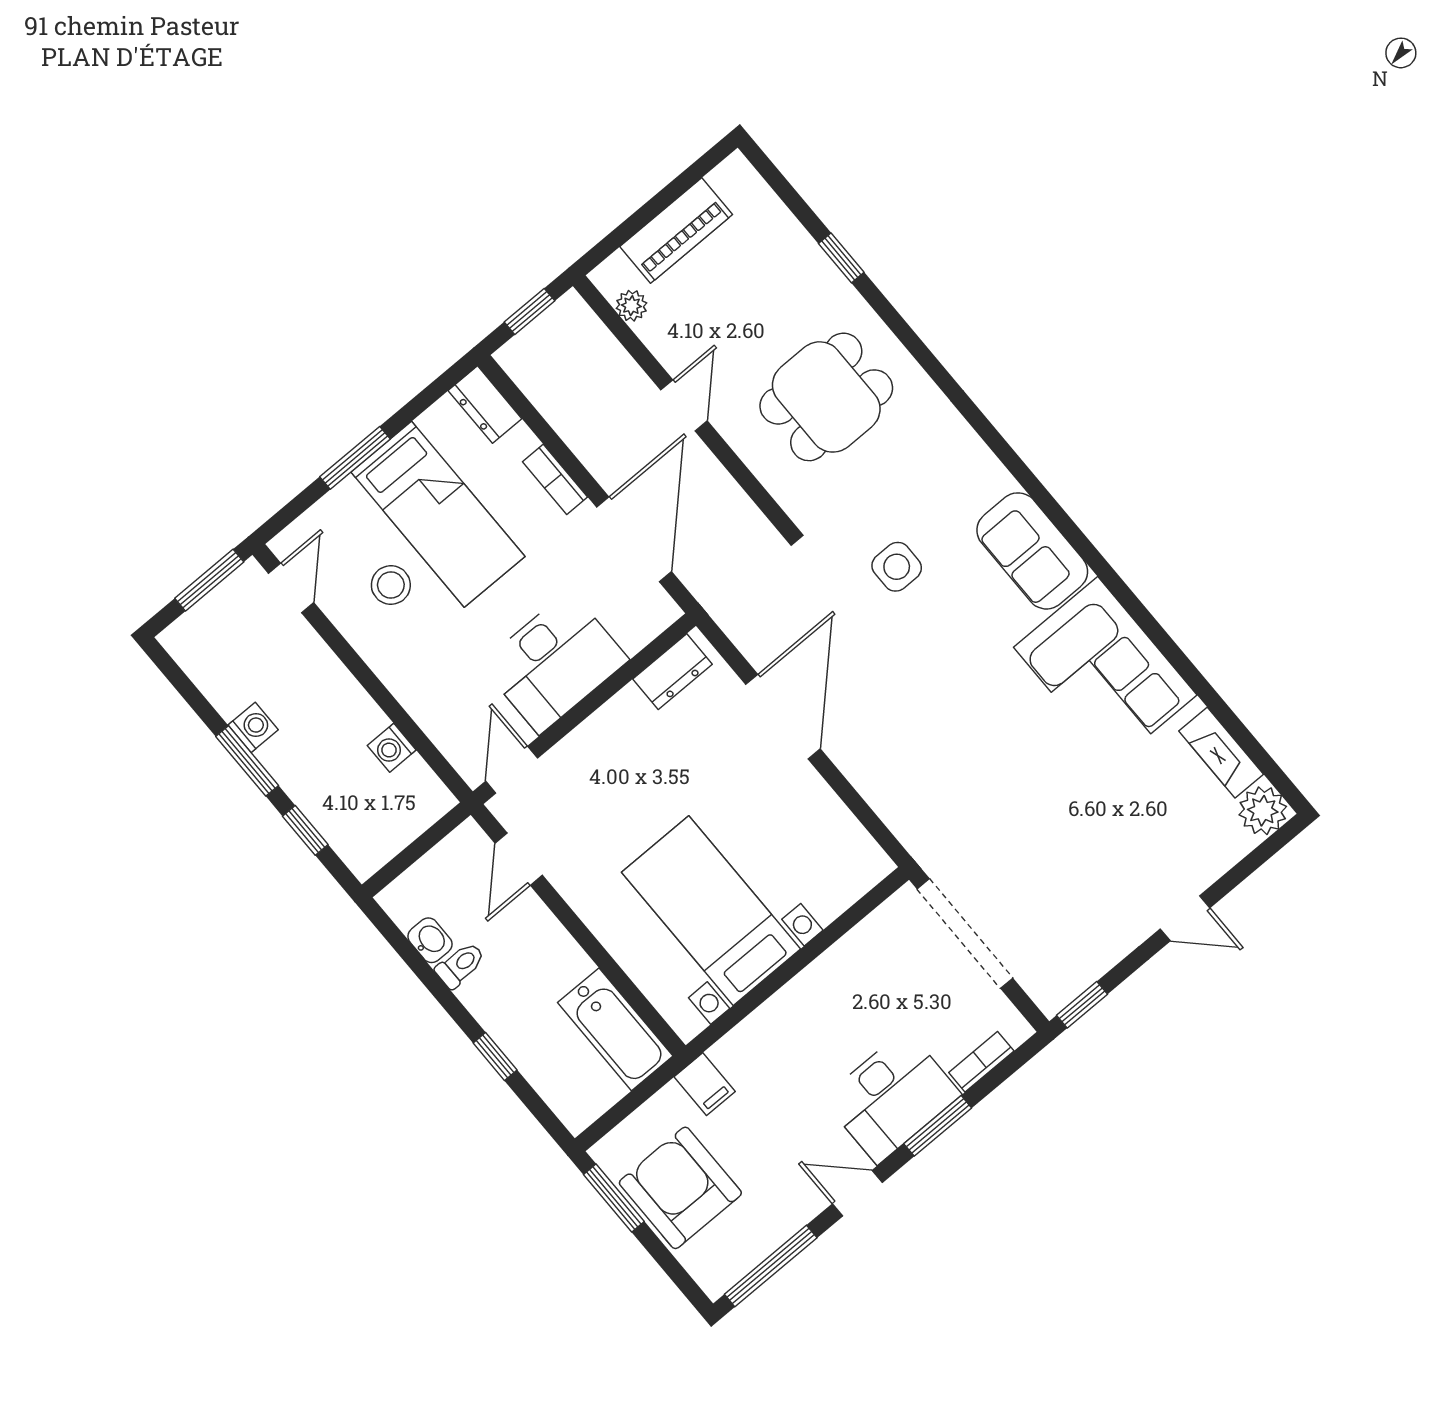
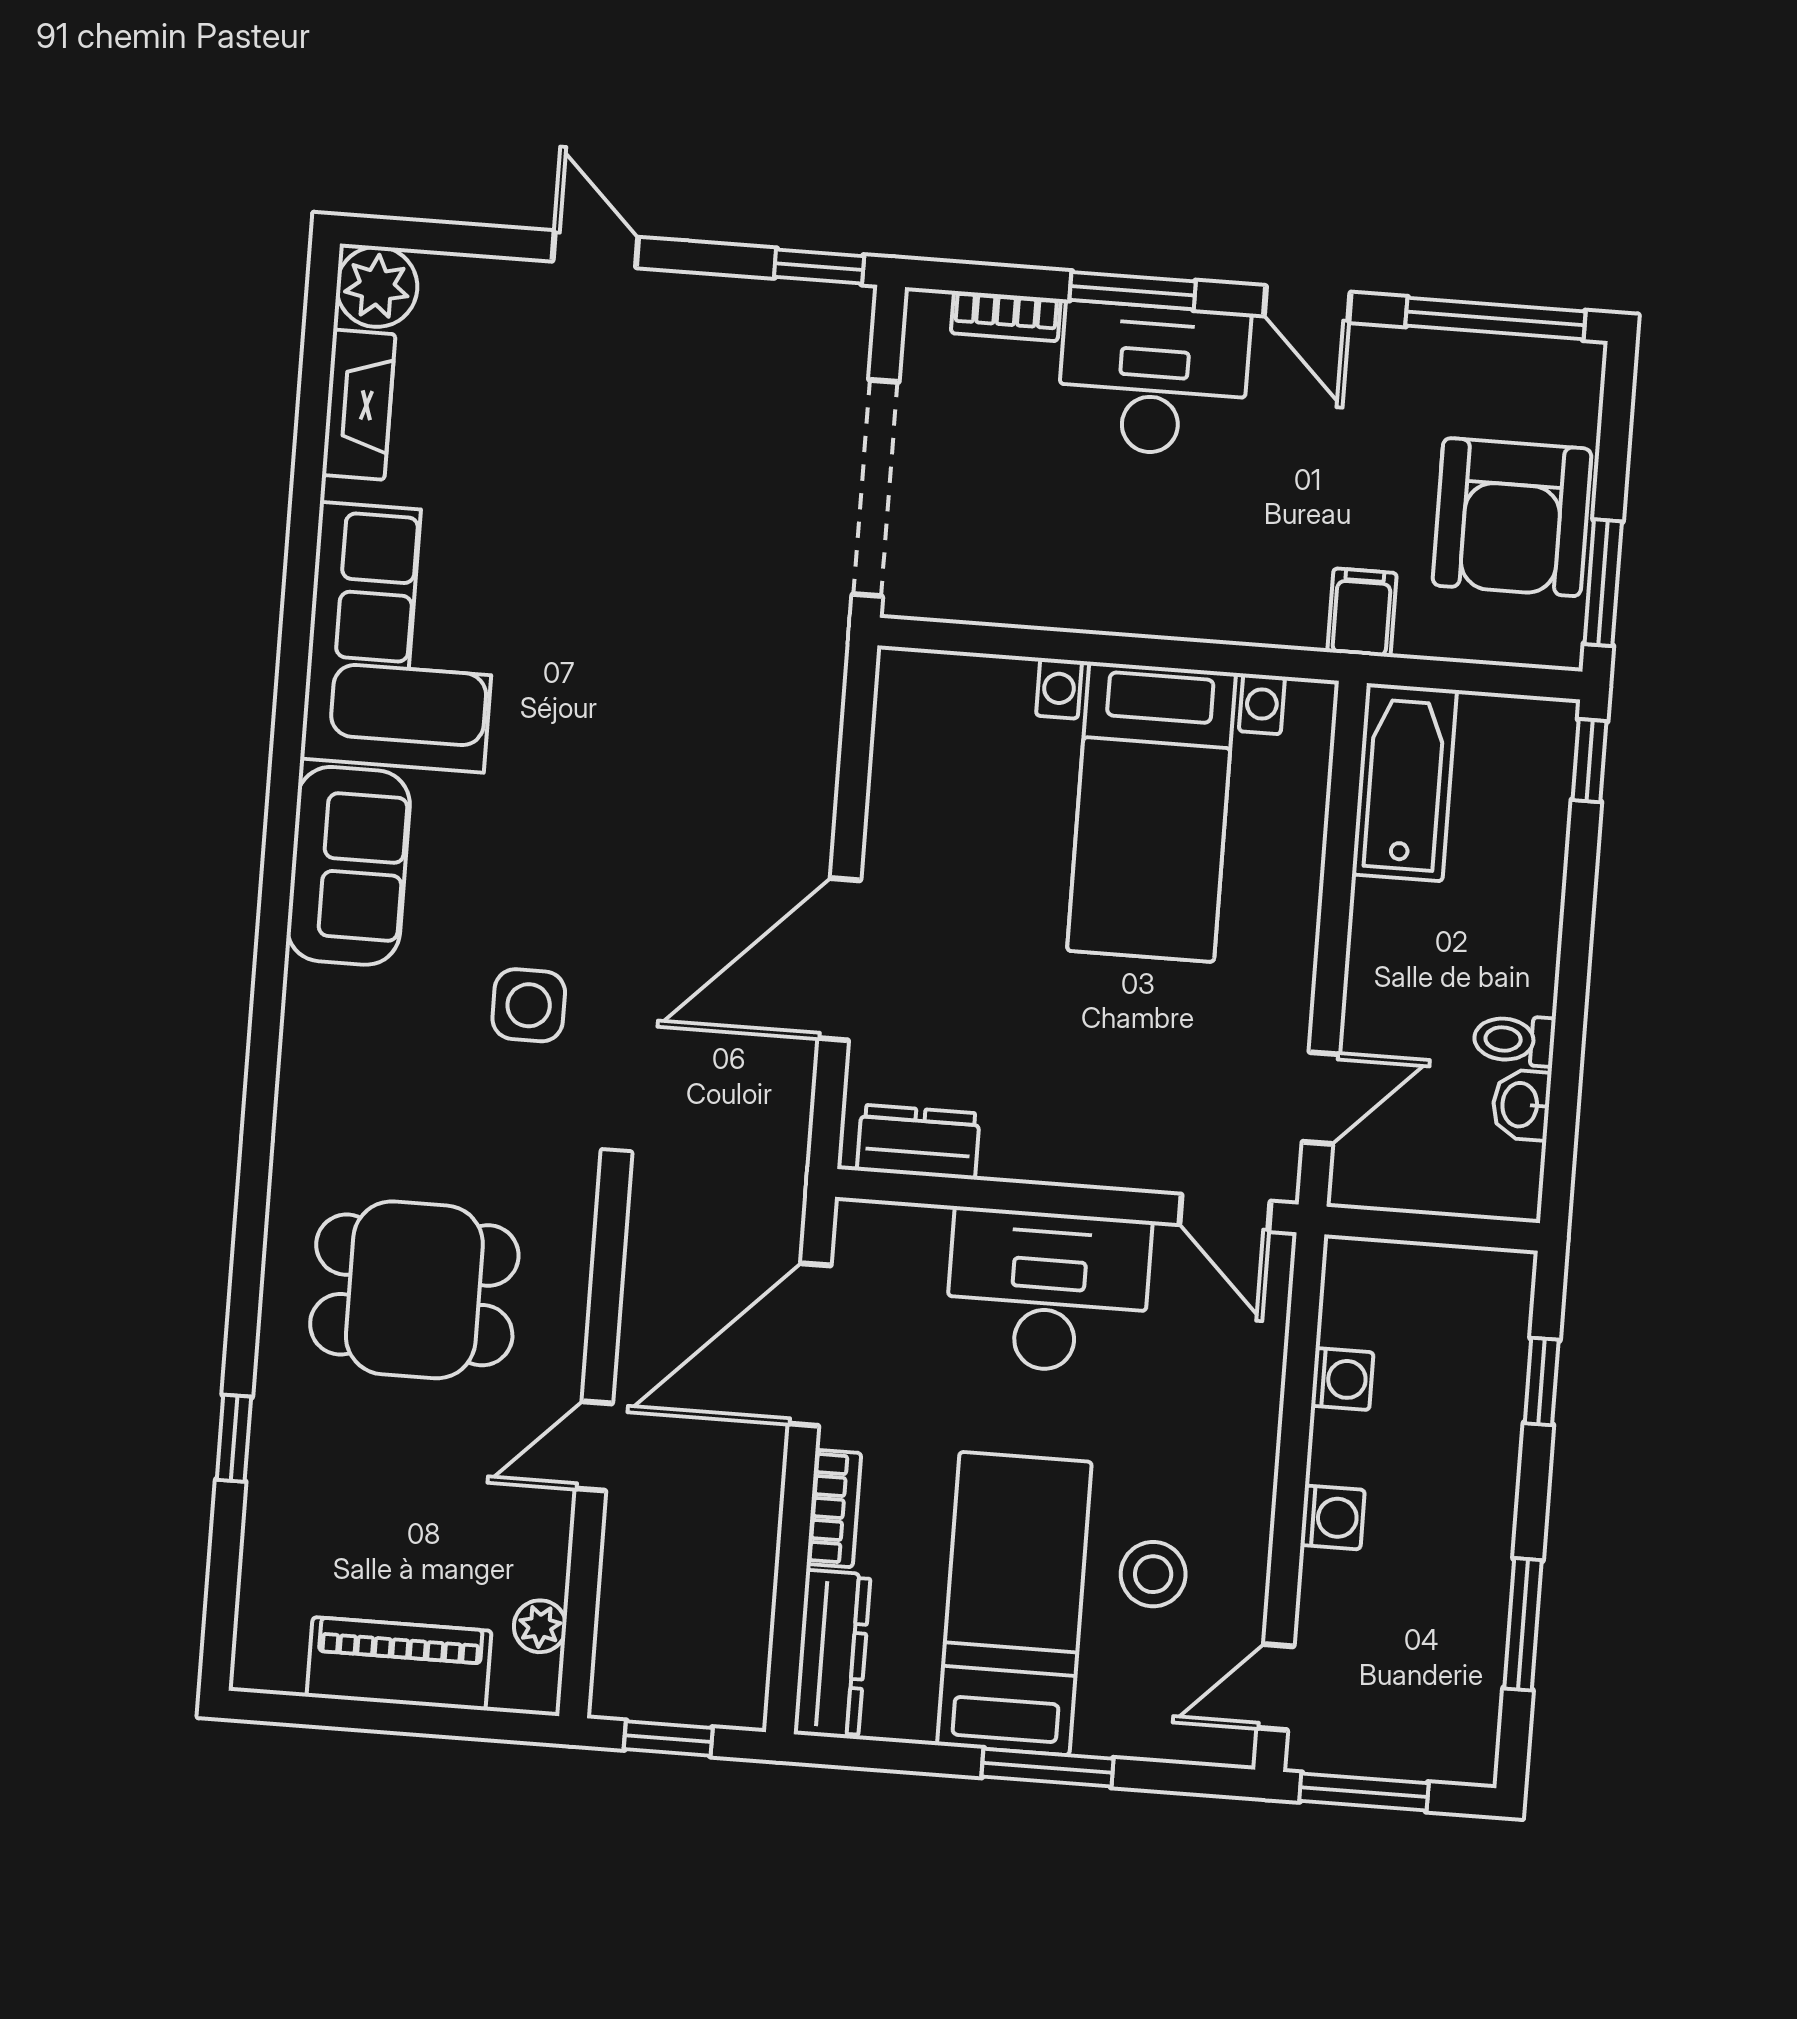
dresser: (485, 405) -> (832, 1654), width x1.44
washing machine: (253, 727) -> (1333, 1517), moved, turned 180
window: (247, 761) -> (1523, 1624), moved
door: (512, 770) -> (1225, 1213), hinge flipped
window: (495, 1057) -> (1589, 761), moved

